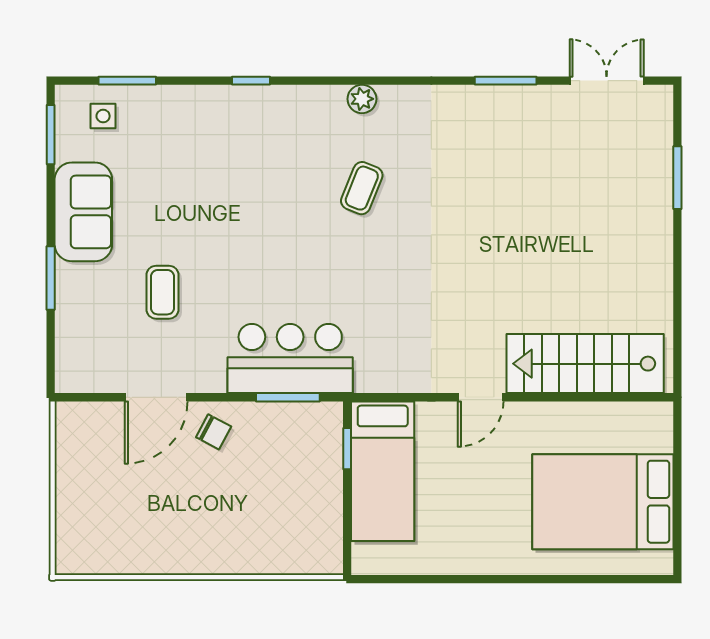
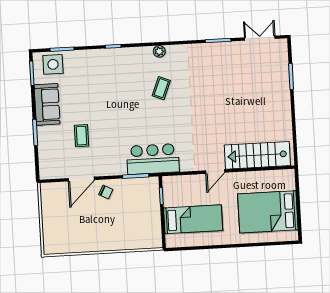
side table: (103, 116) -> (53, 64), width x1.87, depth x1.87
bar counter: (290, 359) -> (153, 159), moved
bed: (383, 471) -> (193, 219), moved, turned -90

